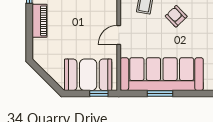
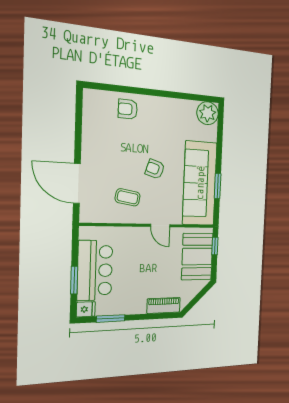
armchair: (176, 16) -> (155, 169), moved, turned 62
piano: (40, 21) -> (164, 306), moved

